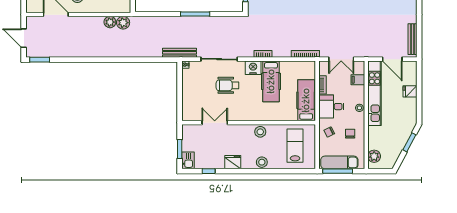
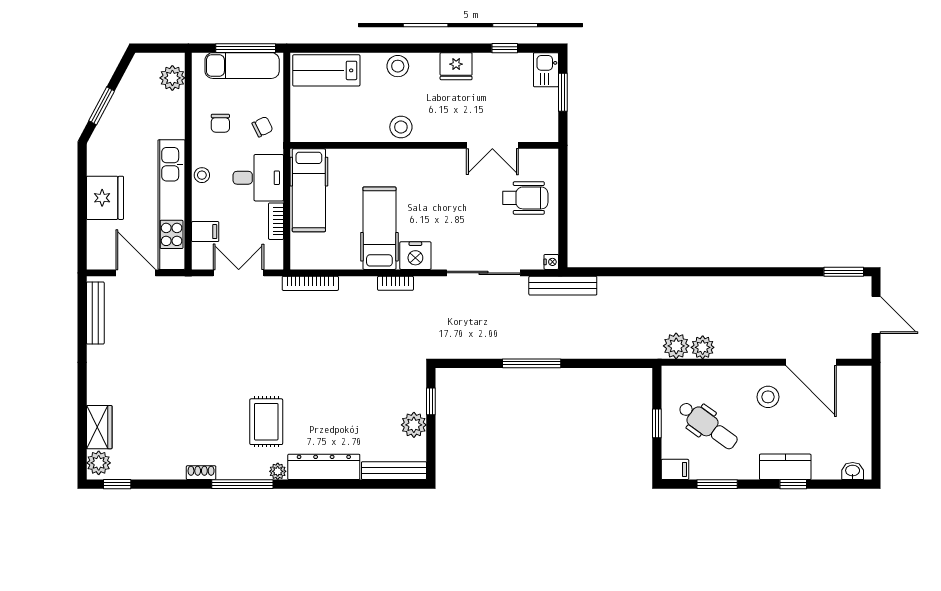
wheelchair: (228, 85) -> (525, 198), moved
fridge: (410, 91) -> (105, 198), width x1.88, depth x1.34
lab bench: (295, 146) -> (326, 70), moved, turned 90

